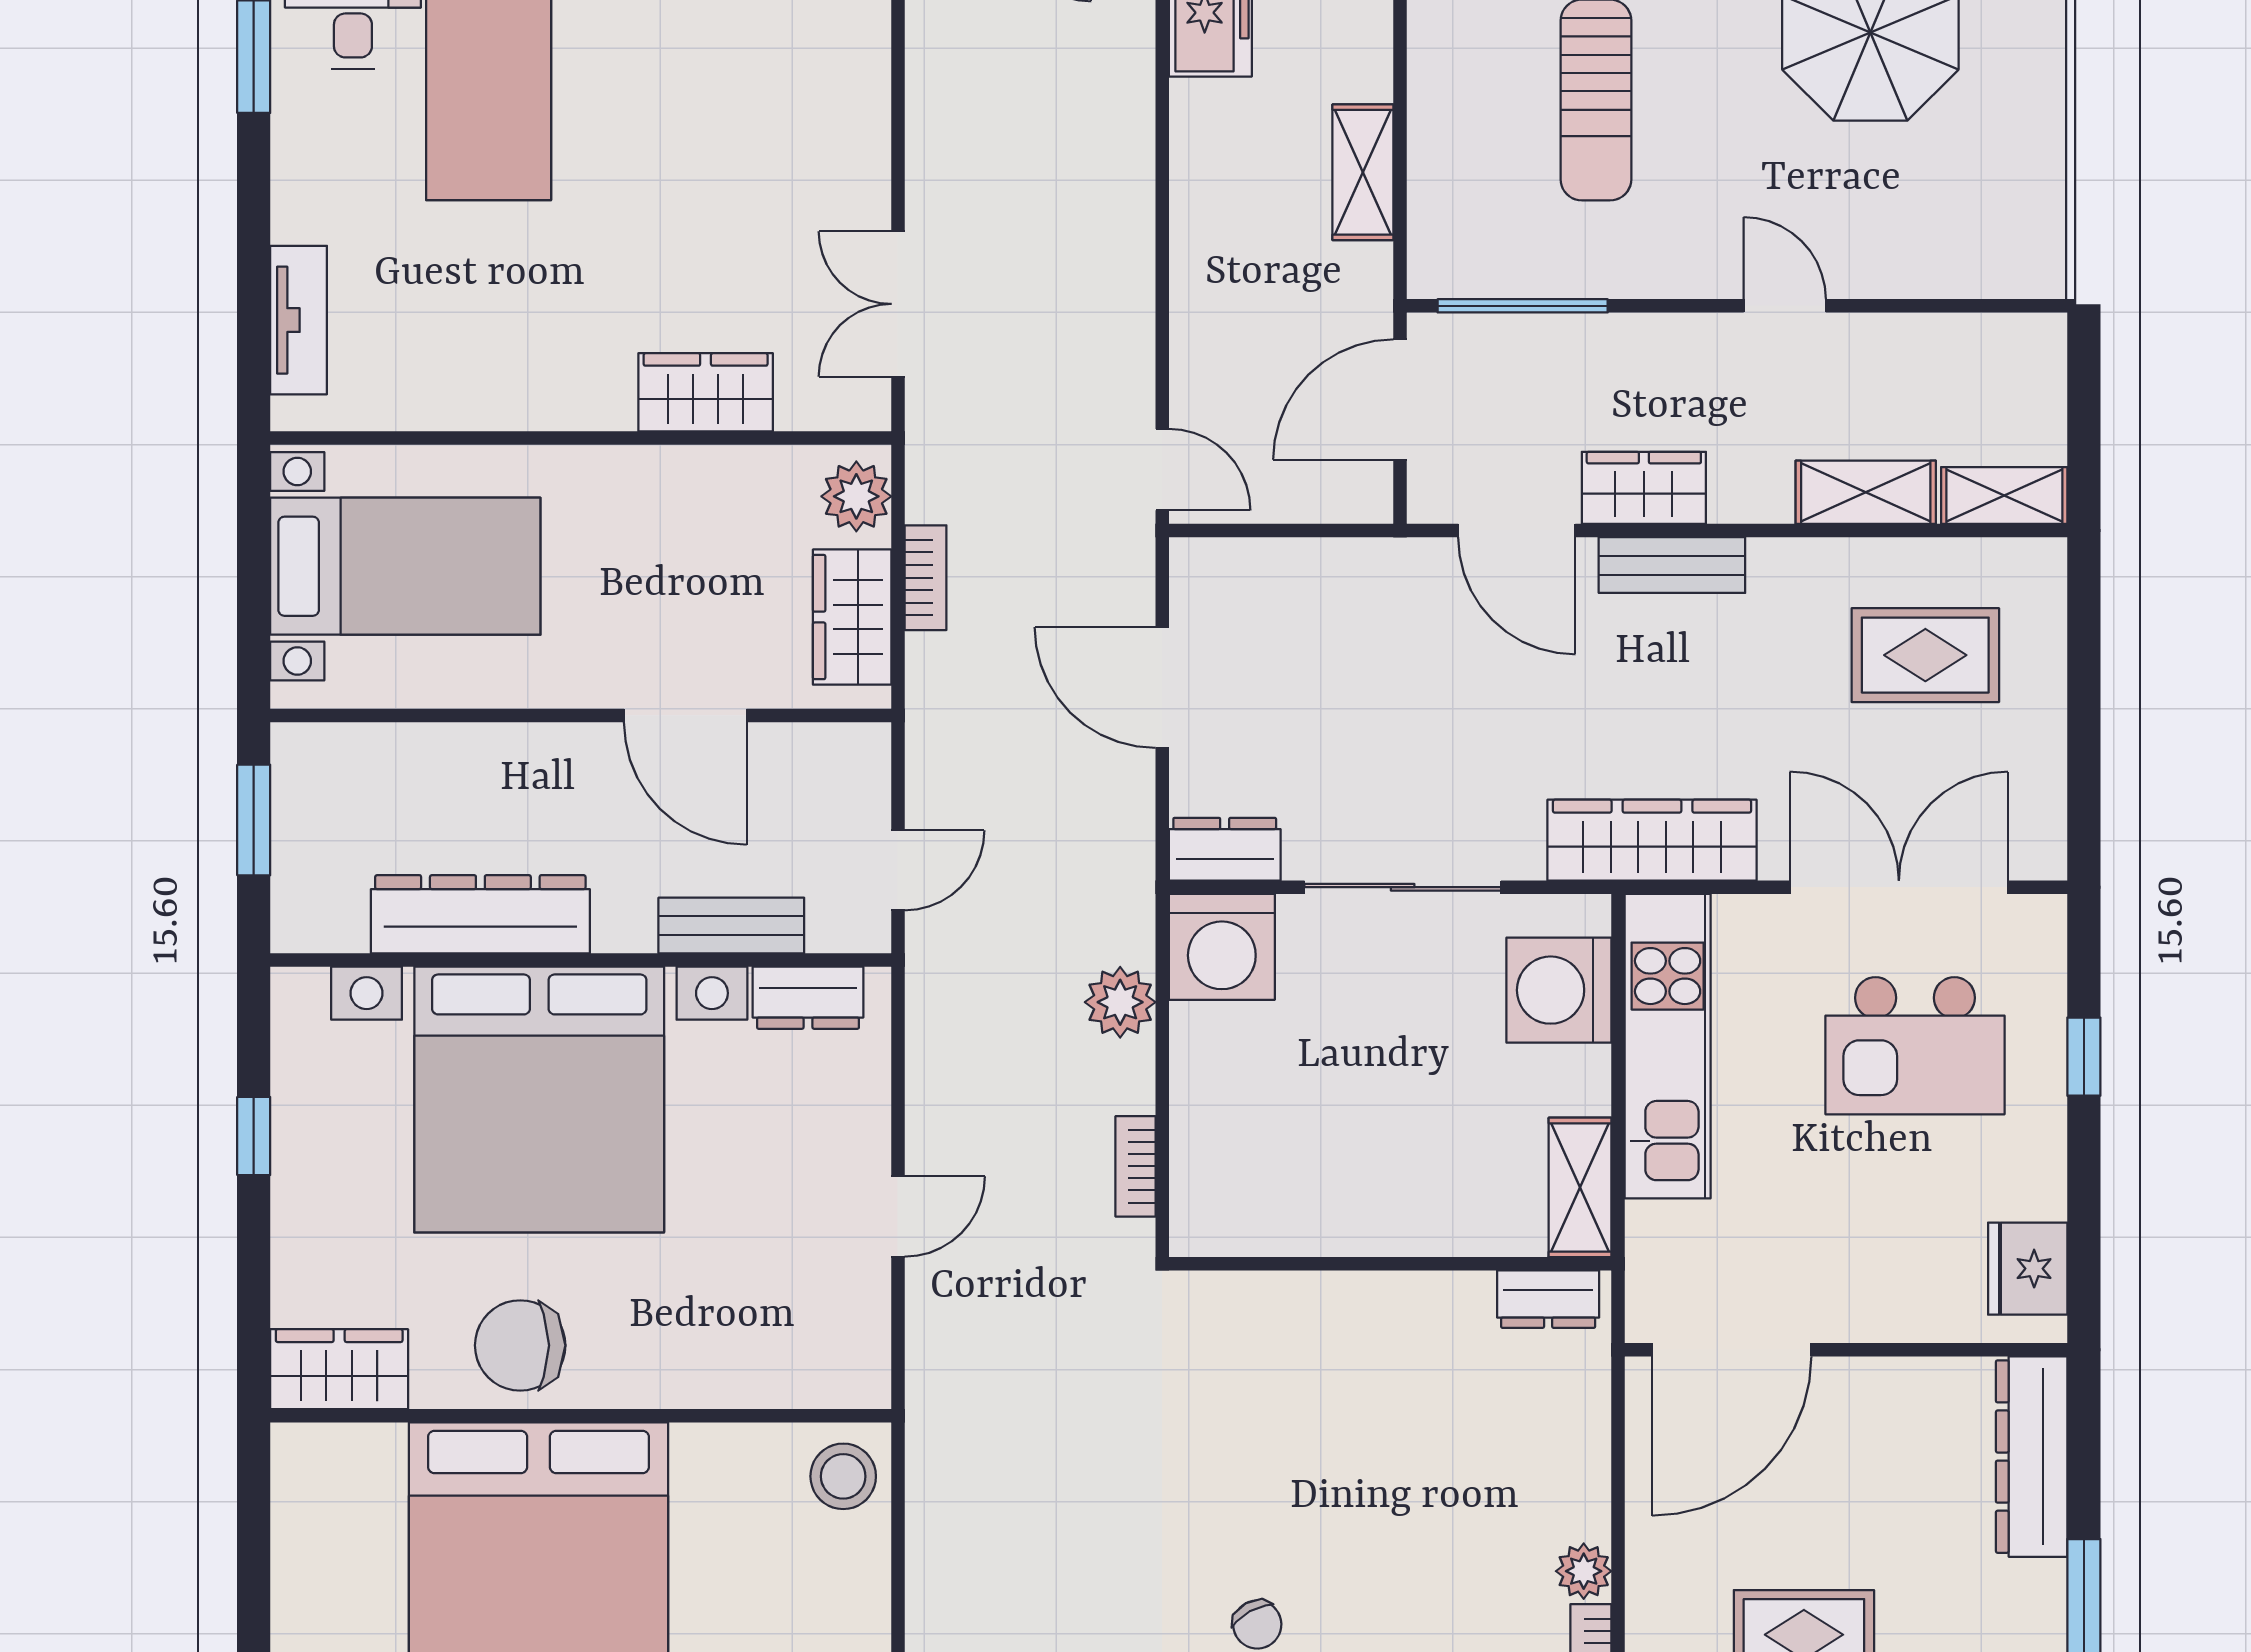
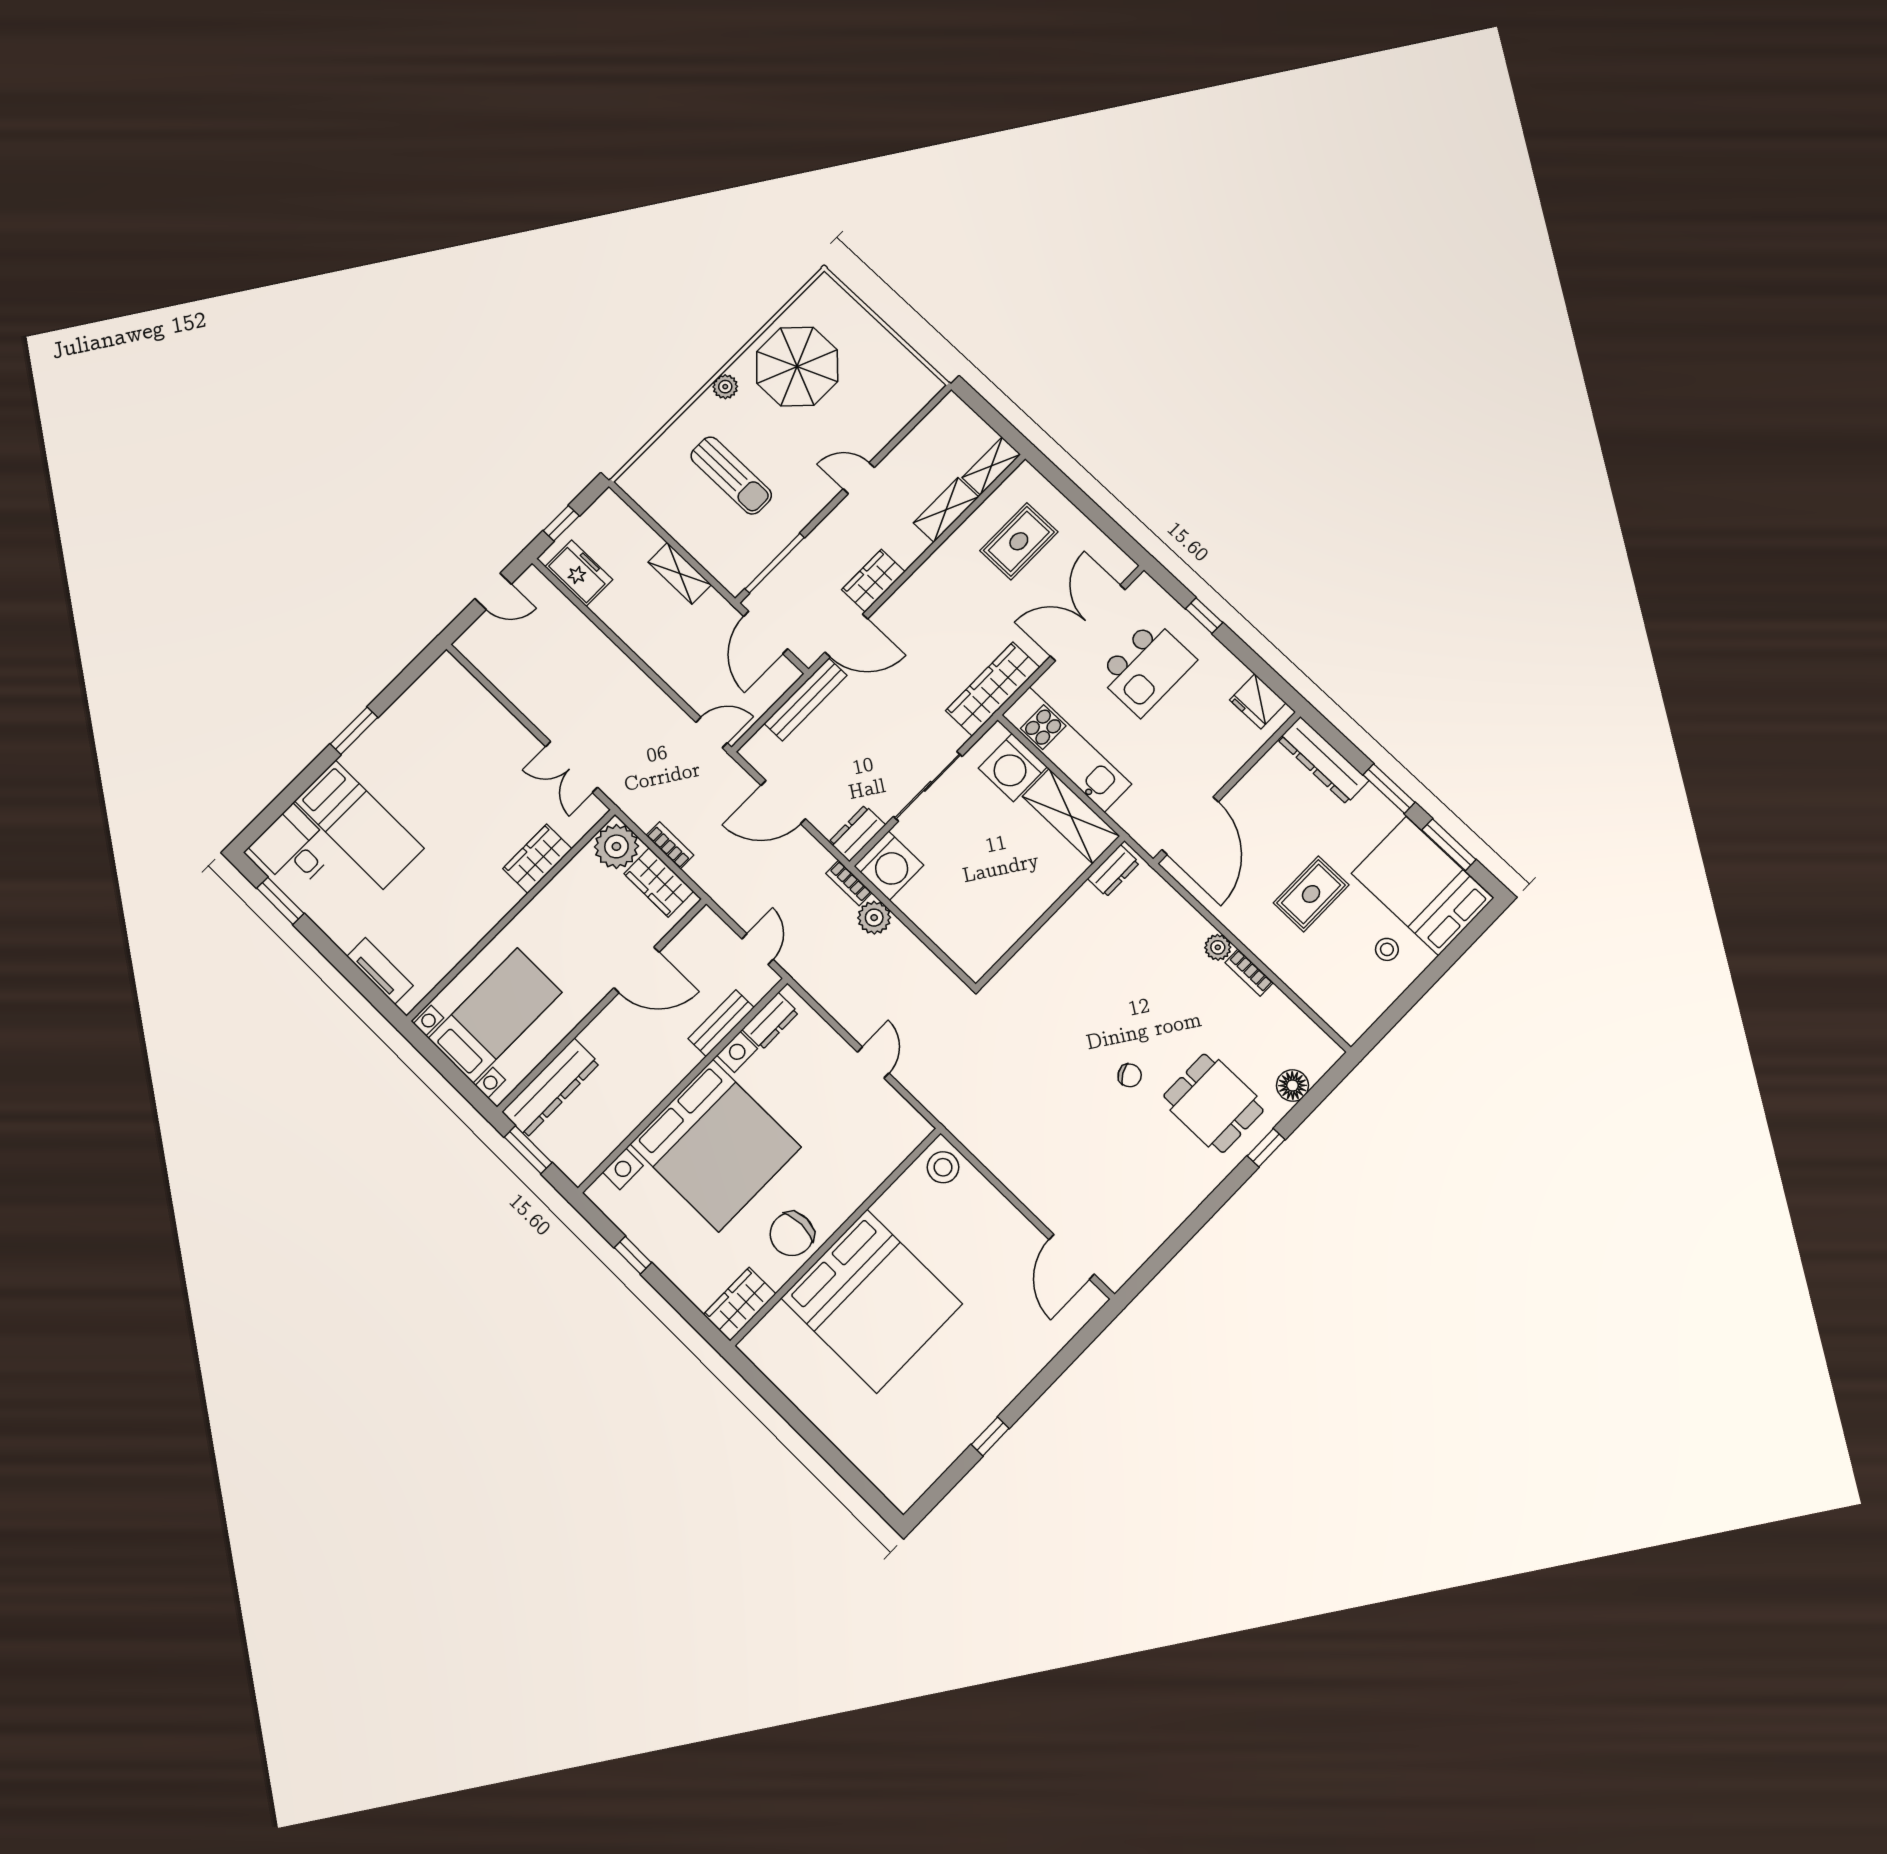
plant: (856, 496) -> (616, 846), width x1.36, depth x1.36
bench: (1672, 565) -> (806, 699), moved, width x1.36
dresser: (480, 914) -> (551, 1088), moved, turned 180
bookcase: (1136, 1166) -> (849, 883), moved
shelving: (1580, 1187) -> (1071, 816), width x1.50, depth x1.33

